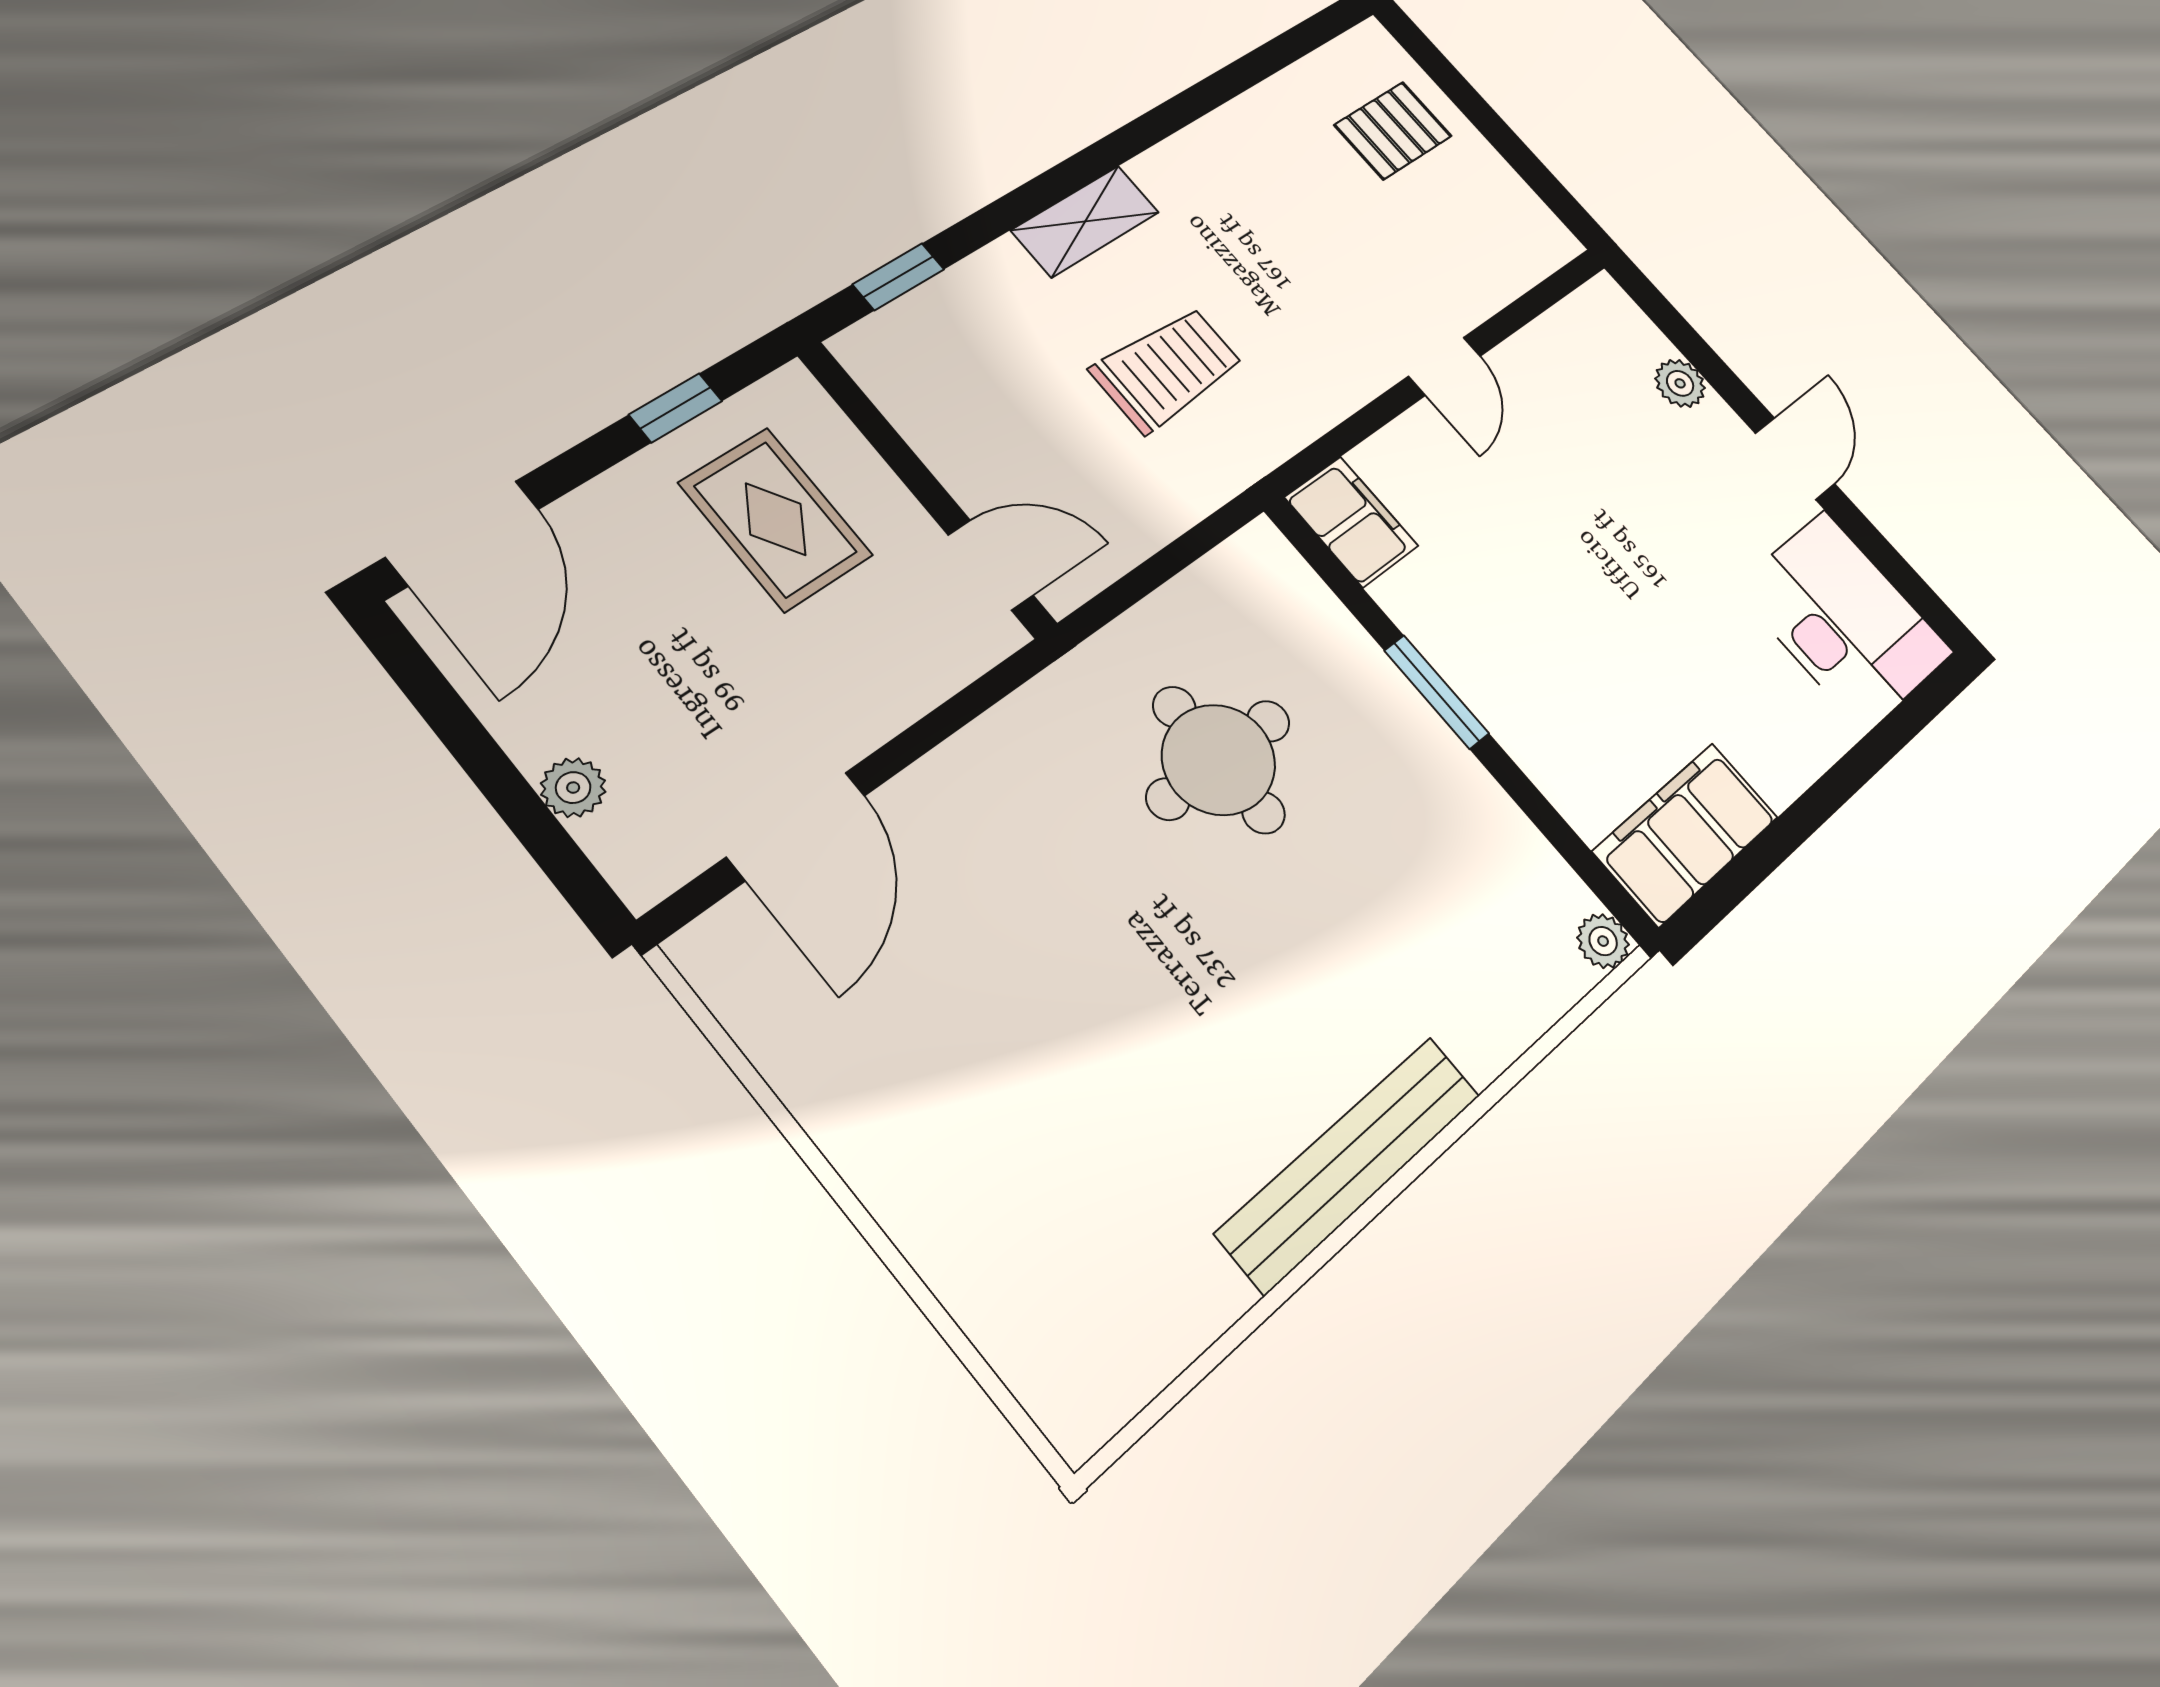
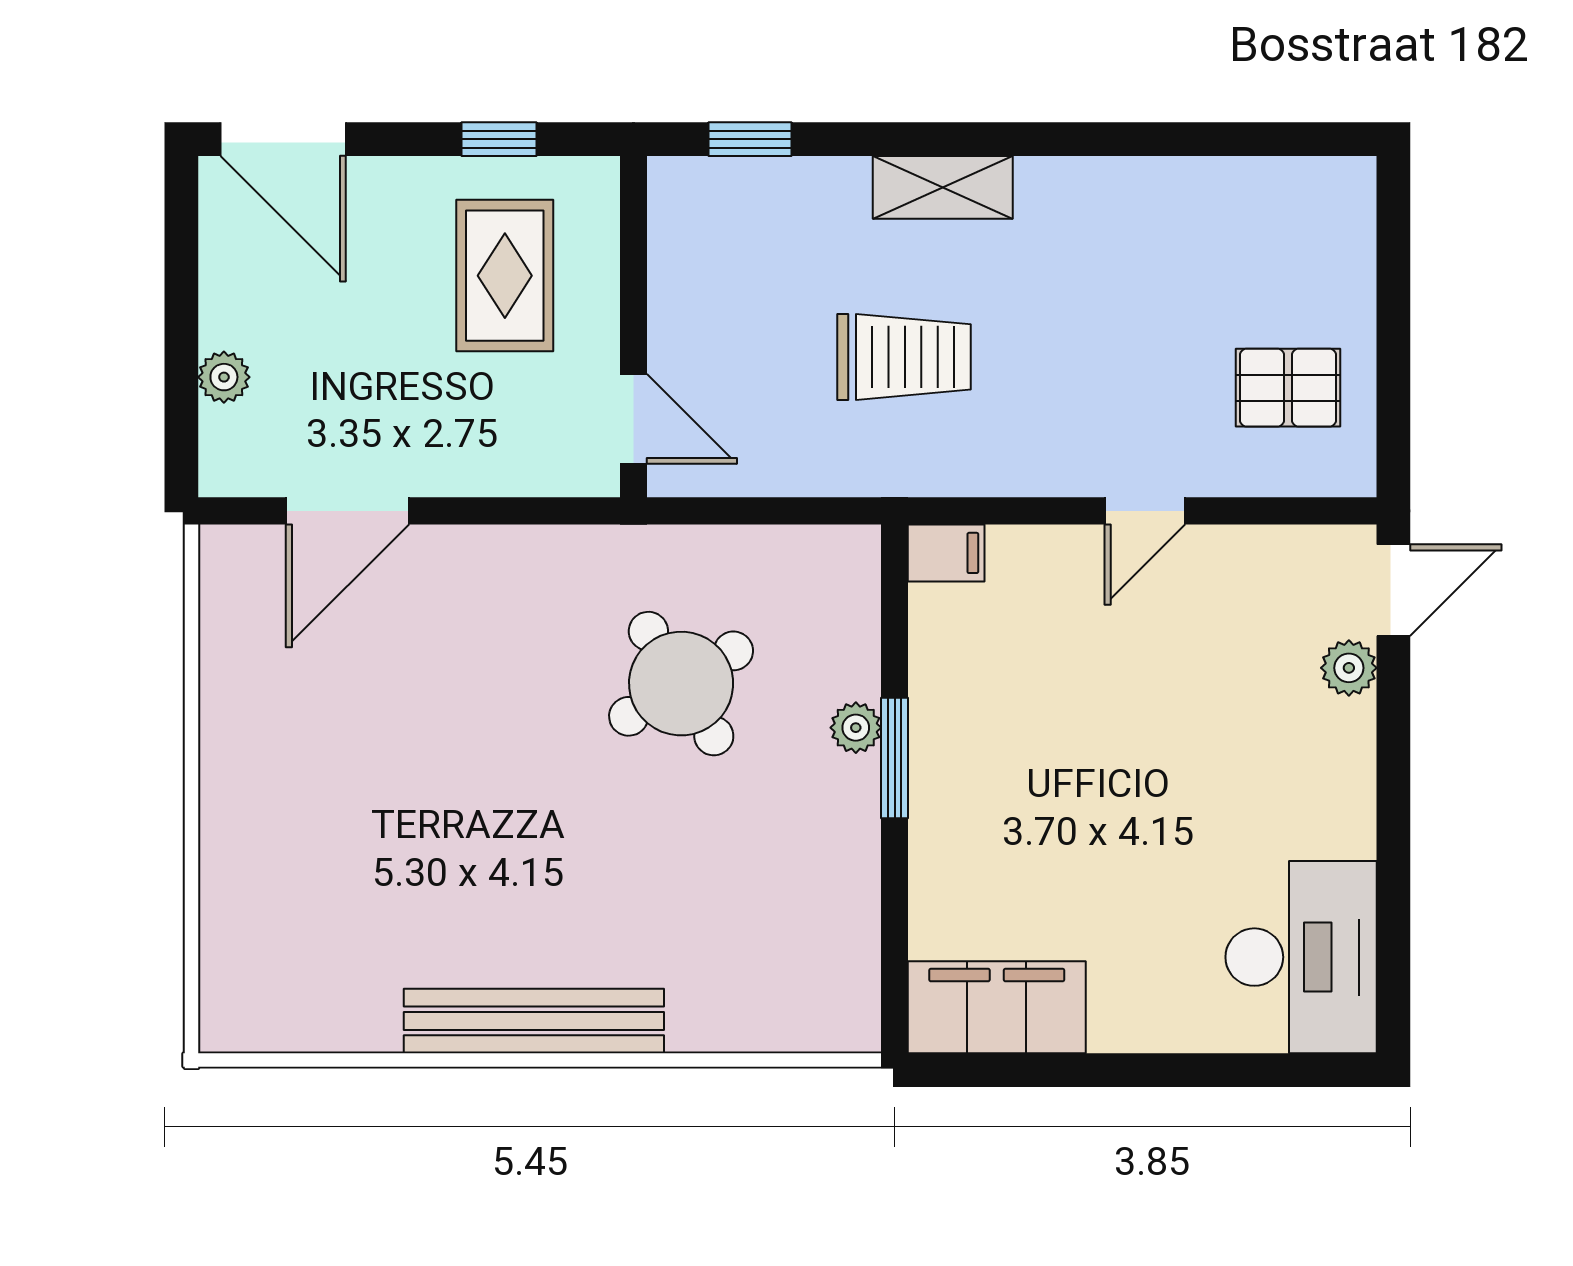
pallet: (1393, 131) -> (1288, 388), moved
door: (1795, 459) -> (1393, 590), moved
filing cabinet: (1351, 522) -> (946, 553), width x0.50
door: (463, 533) -> (283, 139), hinge flipped
round table: (1219, 760) -> (681, 684), turned -32
plant: (1603, 941) -> (856, 728), moved

